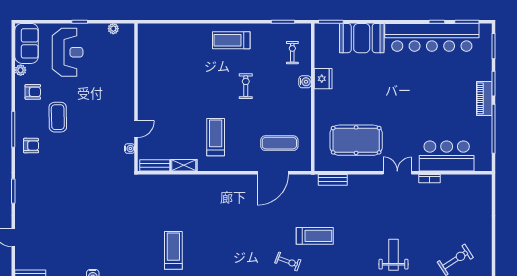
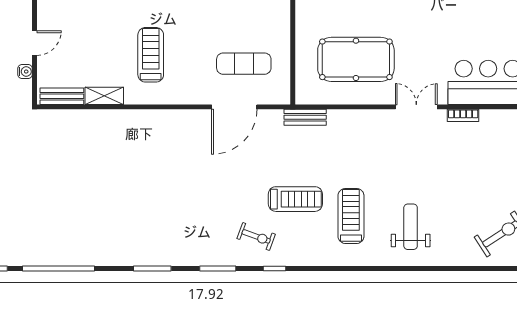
bench: (333, 180) -> (305, 117), moved
treadmill: (173, 250) -> (351, 216), moved

